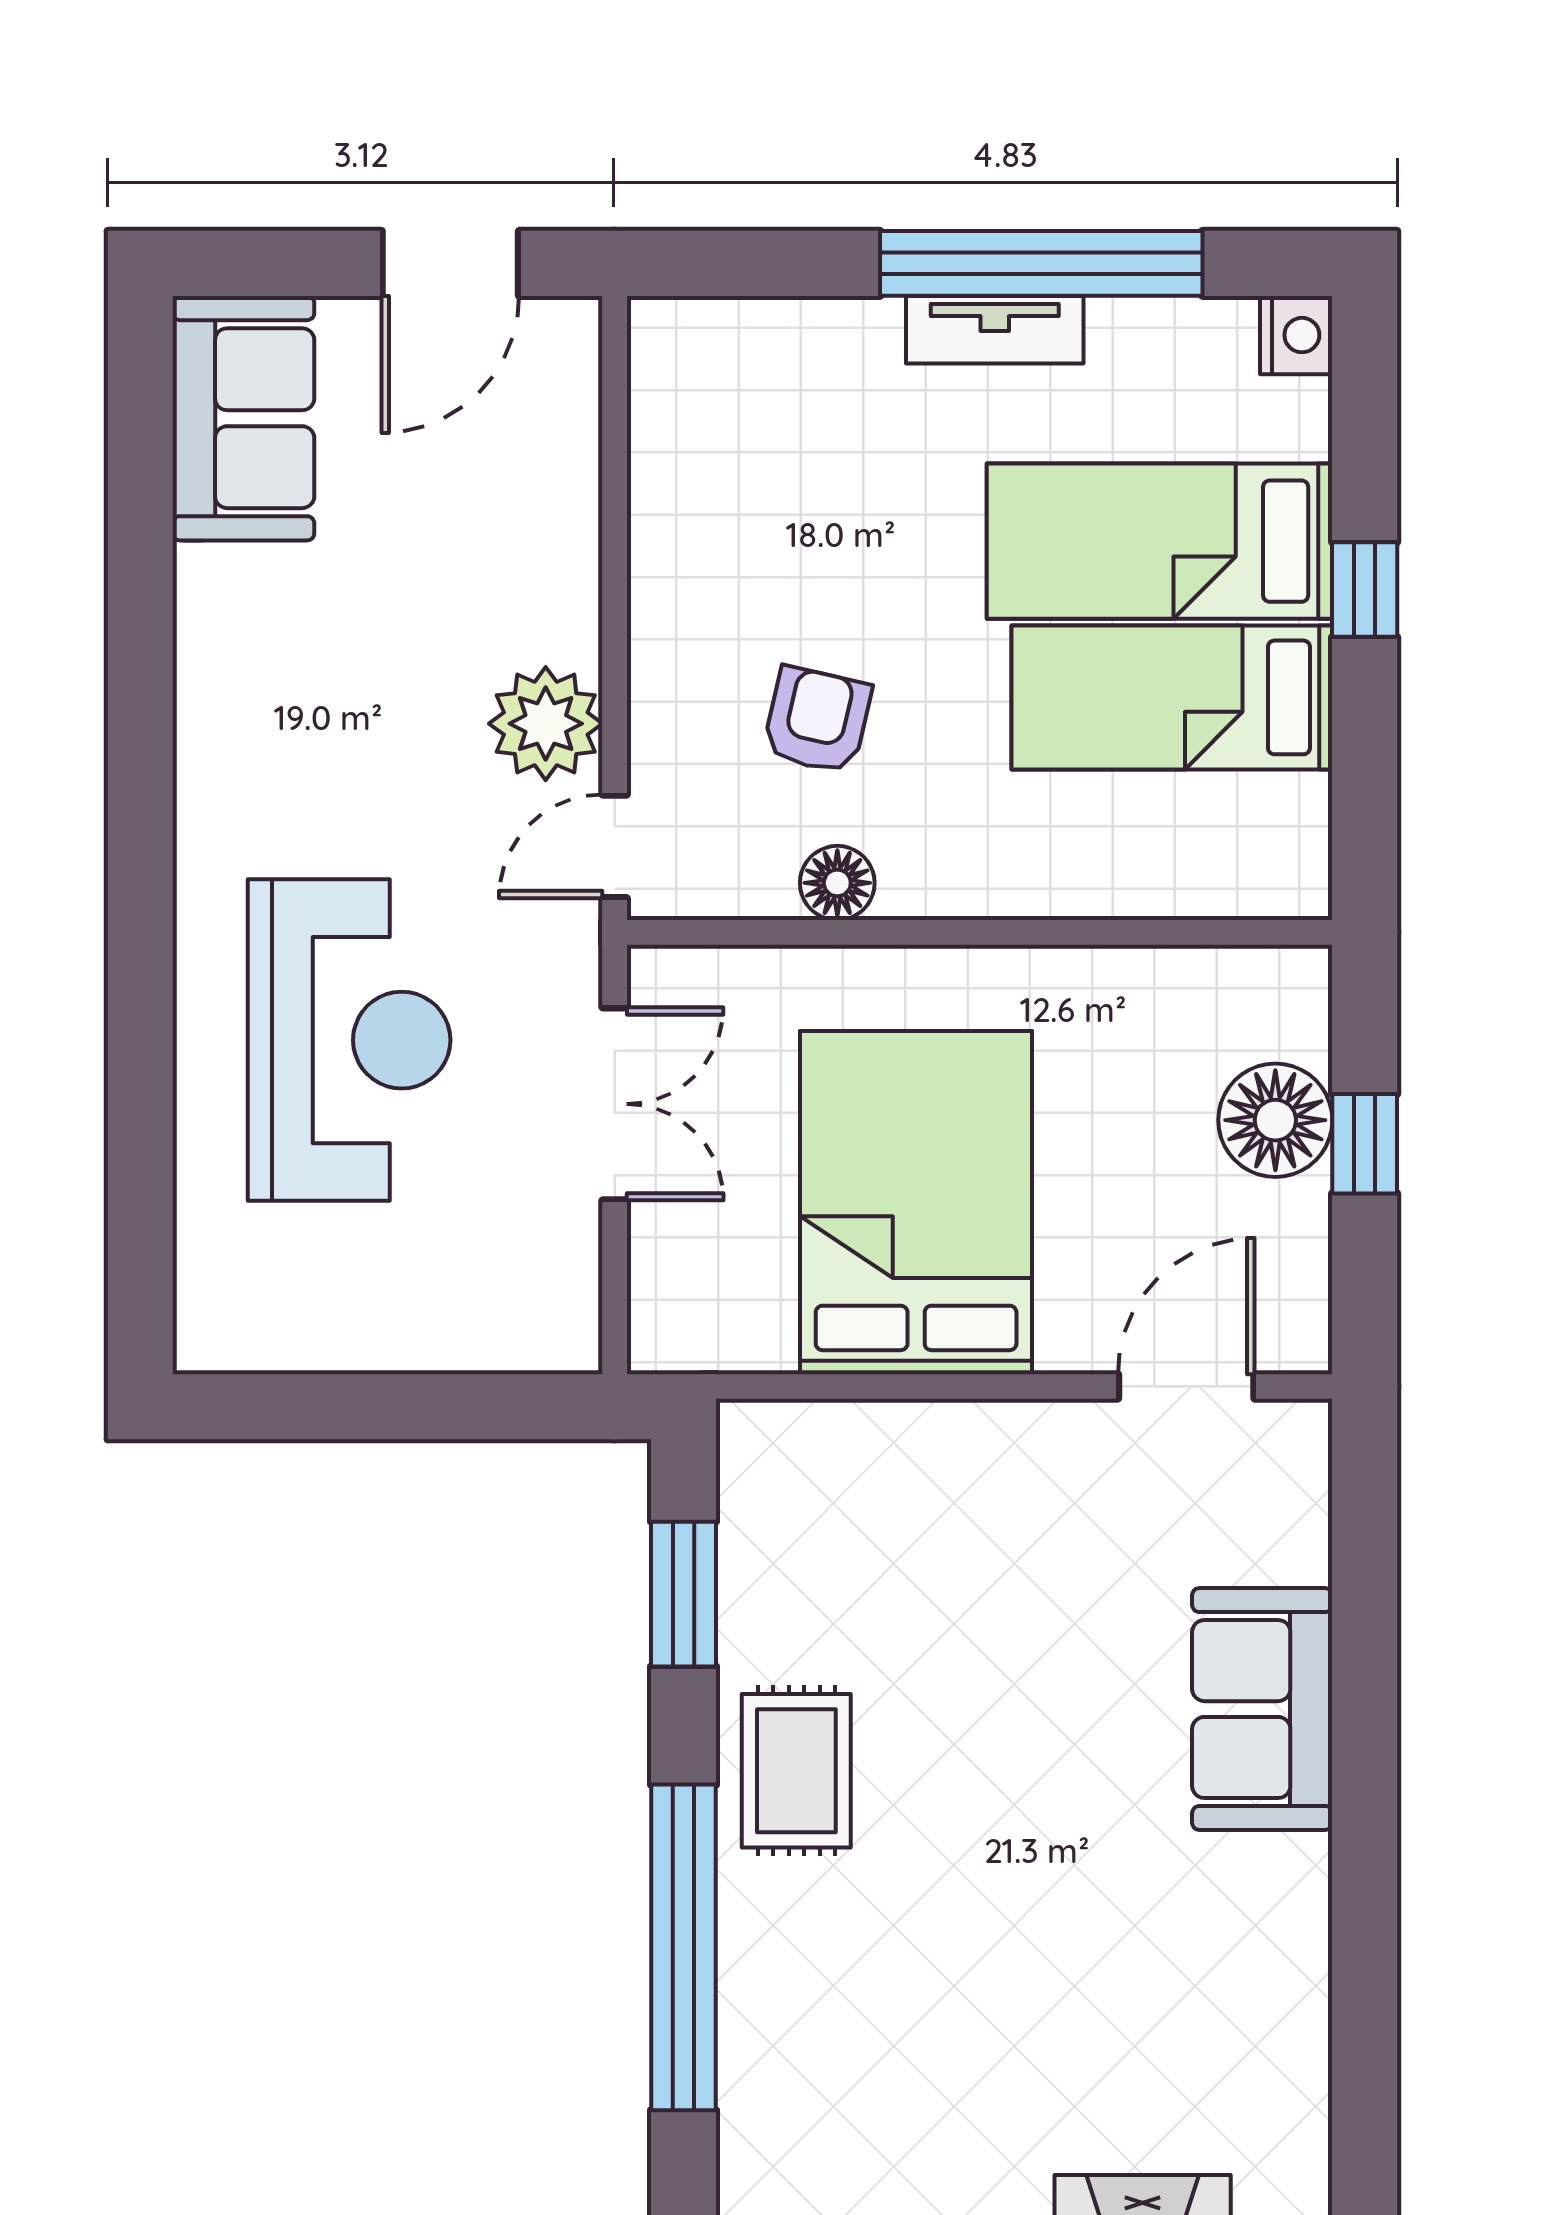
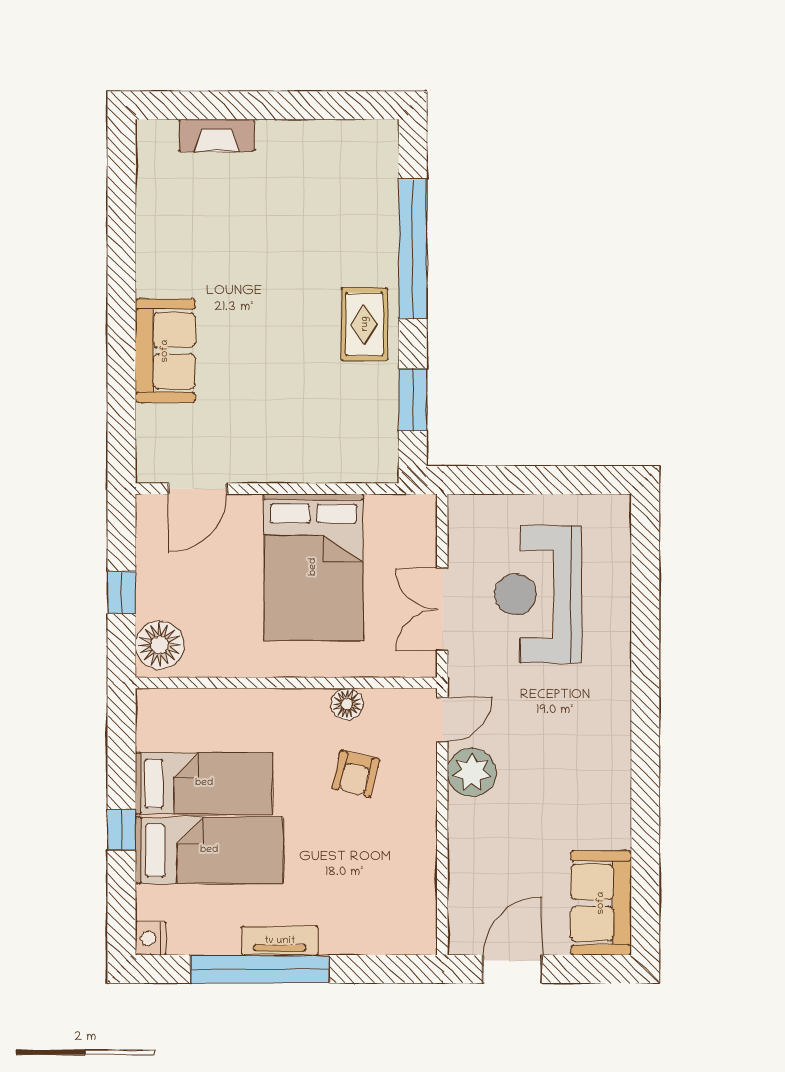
reception desk: (349, 1040) -> (538, 594), moved
floor lamp: (1275, 1120) -> (160, 645), moved

